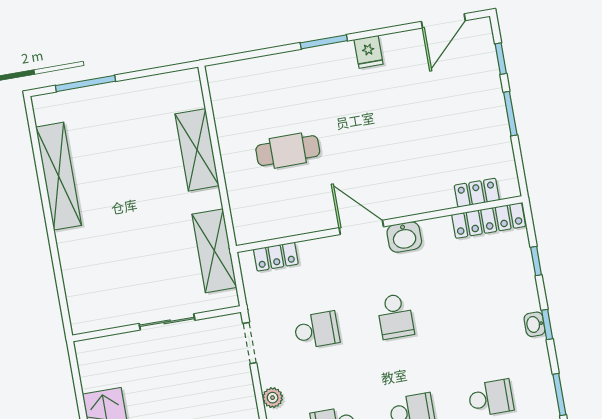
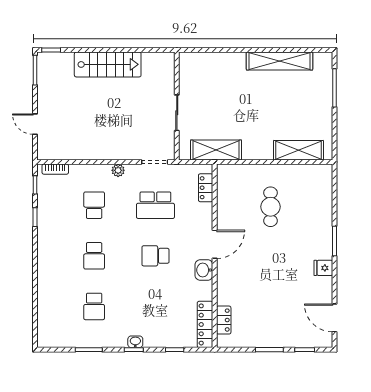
shelving: (197, 150) -> (298, 150), moved
school desk: (317, 330) -> (155, 205), width x1.85

